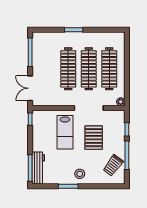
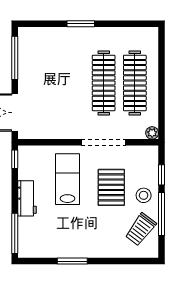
clothes rail: (68, 69) -> (73, 83), removed
lab bench: (65, 132) -> (68, 179), turned 180
workbench: (38, 168) -> (27, 198), moved, width x0.73
stool: (80, 174) -> (144, 195), moved

